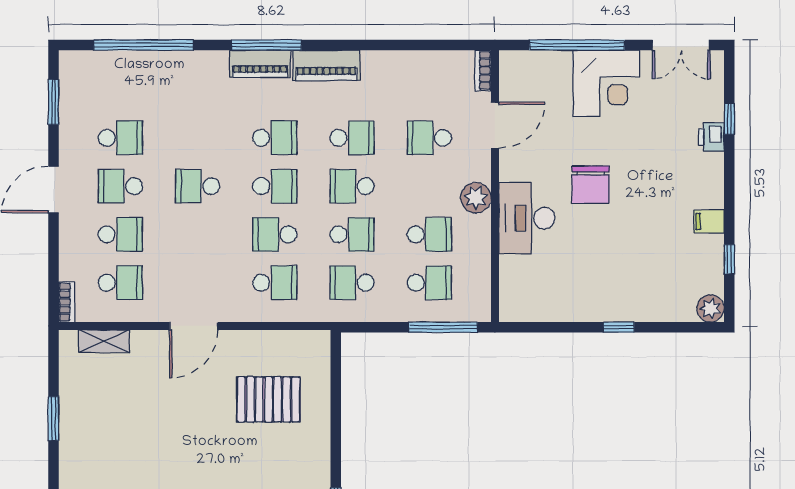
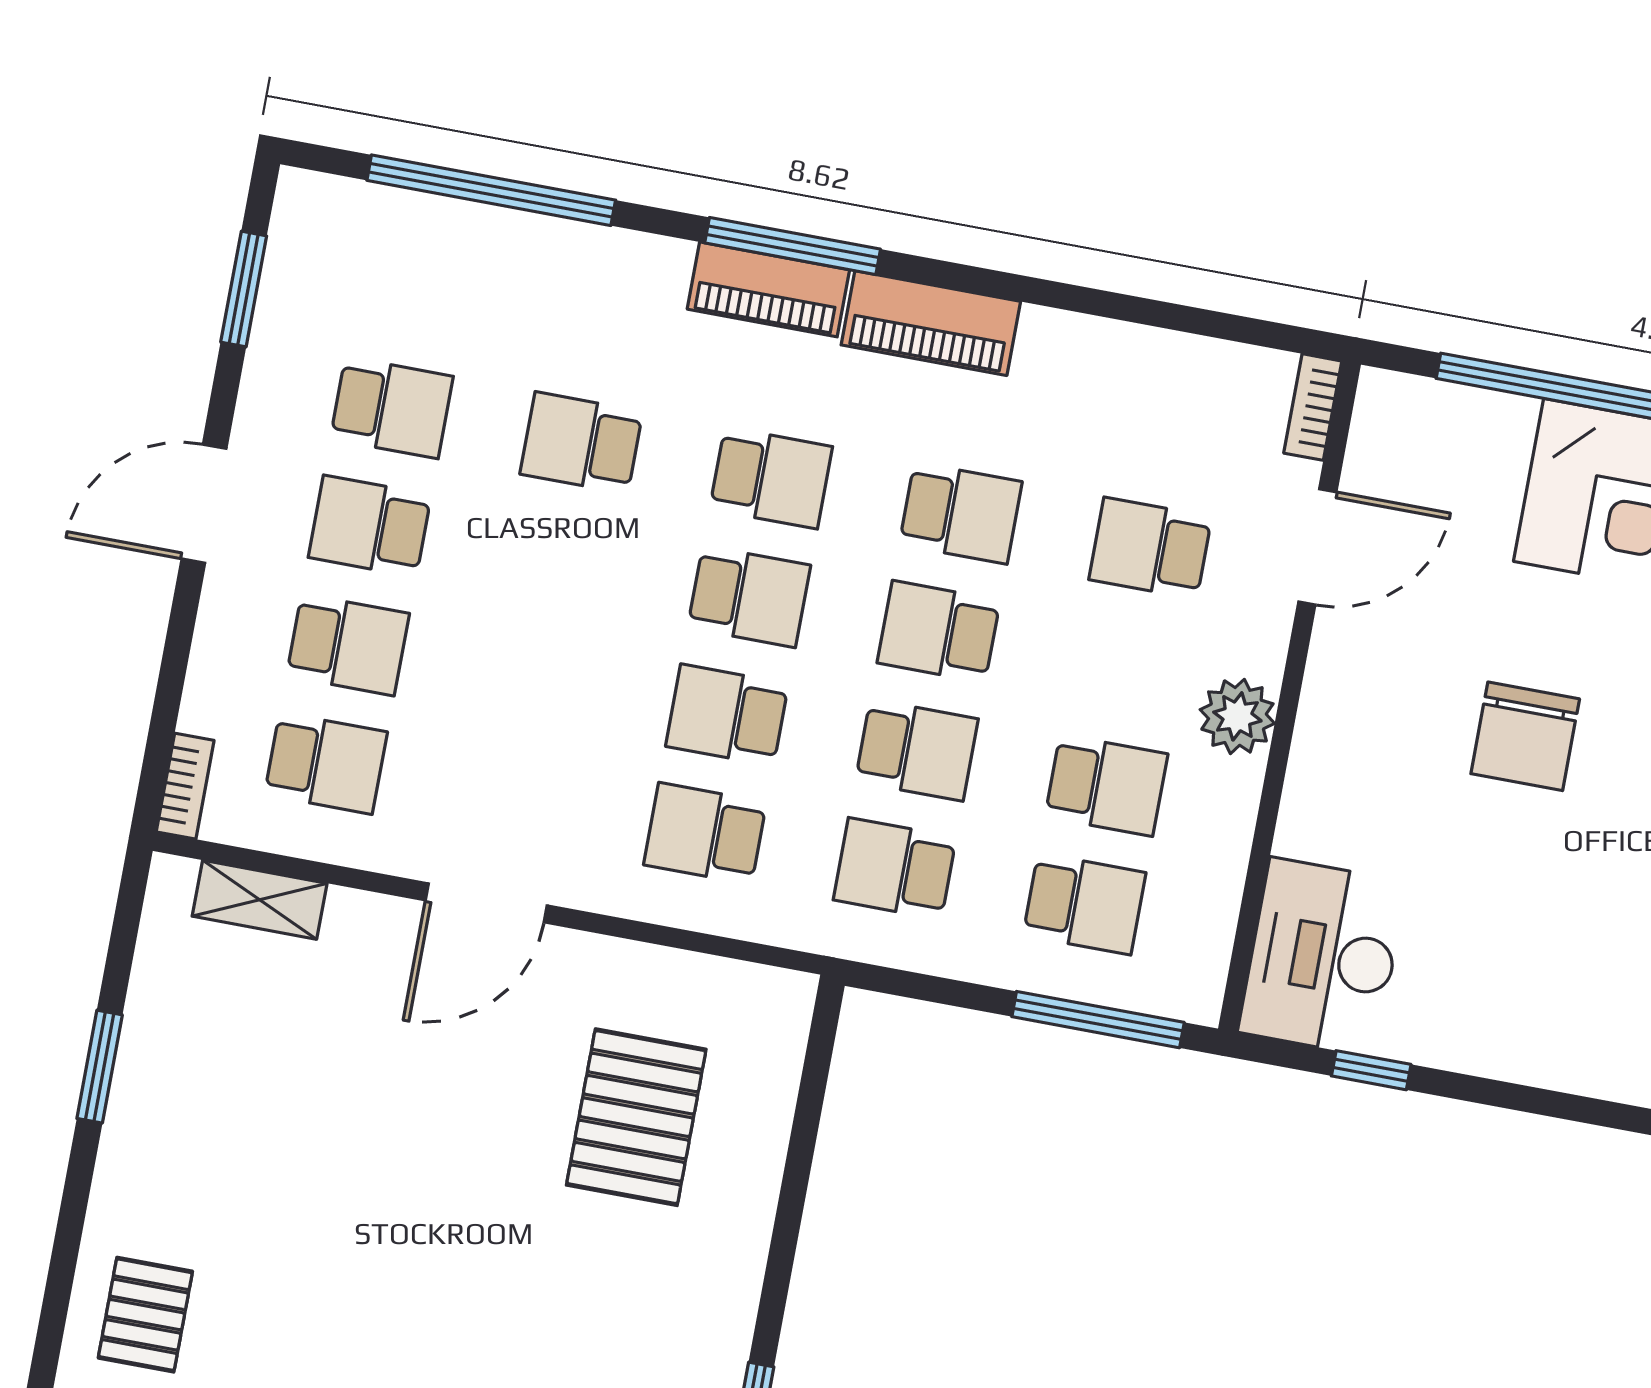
school desk: (198, 186) -> (581, 443), moved
desk: (527, 218) -> (1323, 957), moved
school desk: (275, 283) -> (705, 834), turned 180
window: (619, 327) -> (1371, 1070), moved
pallet: (268, 399) -> (636, 1117), turned 90

